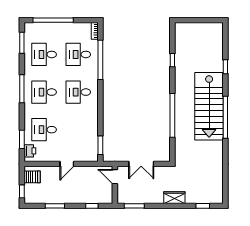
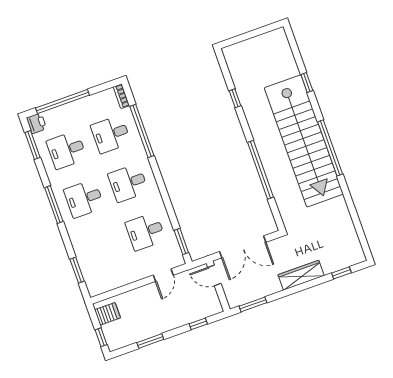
stairs: (209, 106) -> (304, 141), width x1.36
desk: (44, 130) -> (145, 232), moved
printer: (30, 151) -> (36, 123), moved
door: (67, 164) -> (163, 275), moved
double door: (141, 164) -> (243, 247), width x1.37
wardrobe: (174, 198) -> (301, 275), width x1.50

